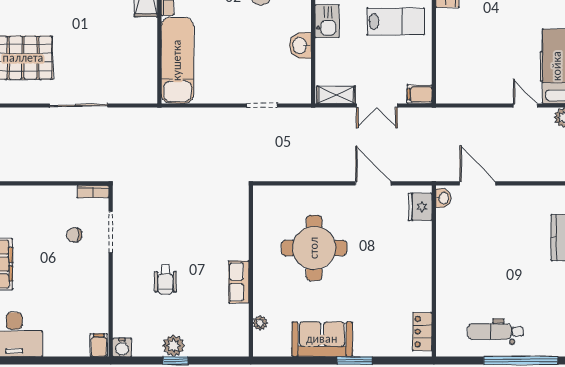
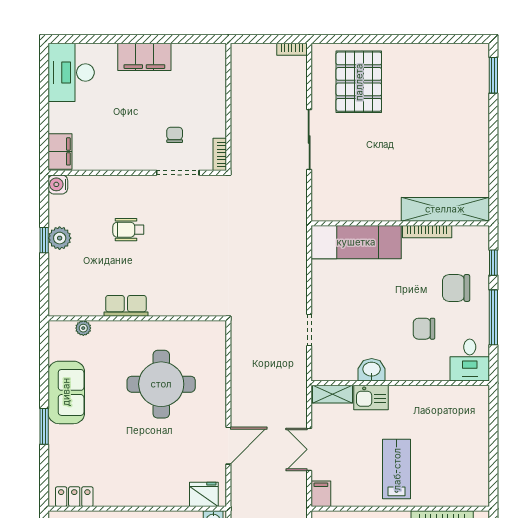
kitchen sink: (327, 21) -> (371, 398), moved
lab bench: (396, 21) -> (397, 469), turned 180
shelving: (336, 95) -> (332, 394), moved, turned 90
filing cabinet: (99, 345) -> (60, 151), width x2.00

